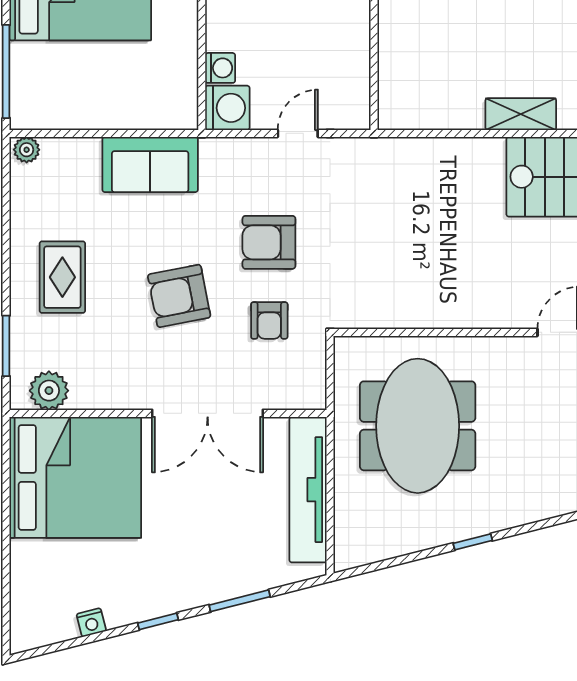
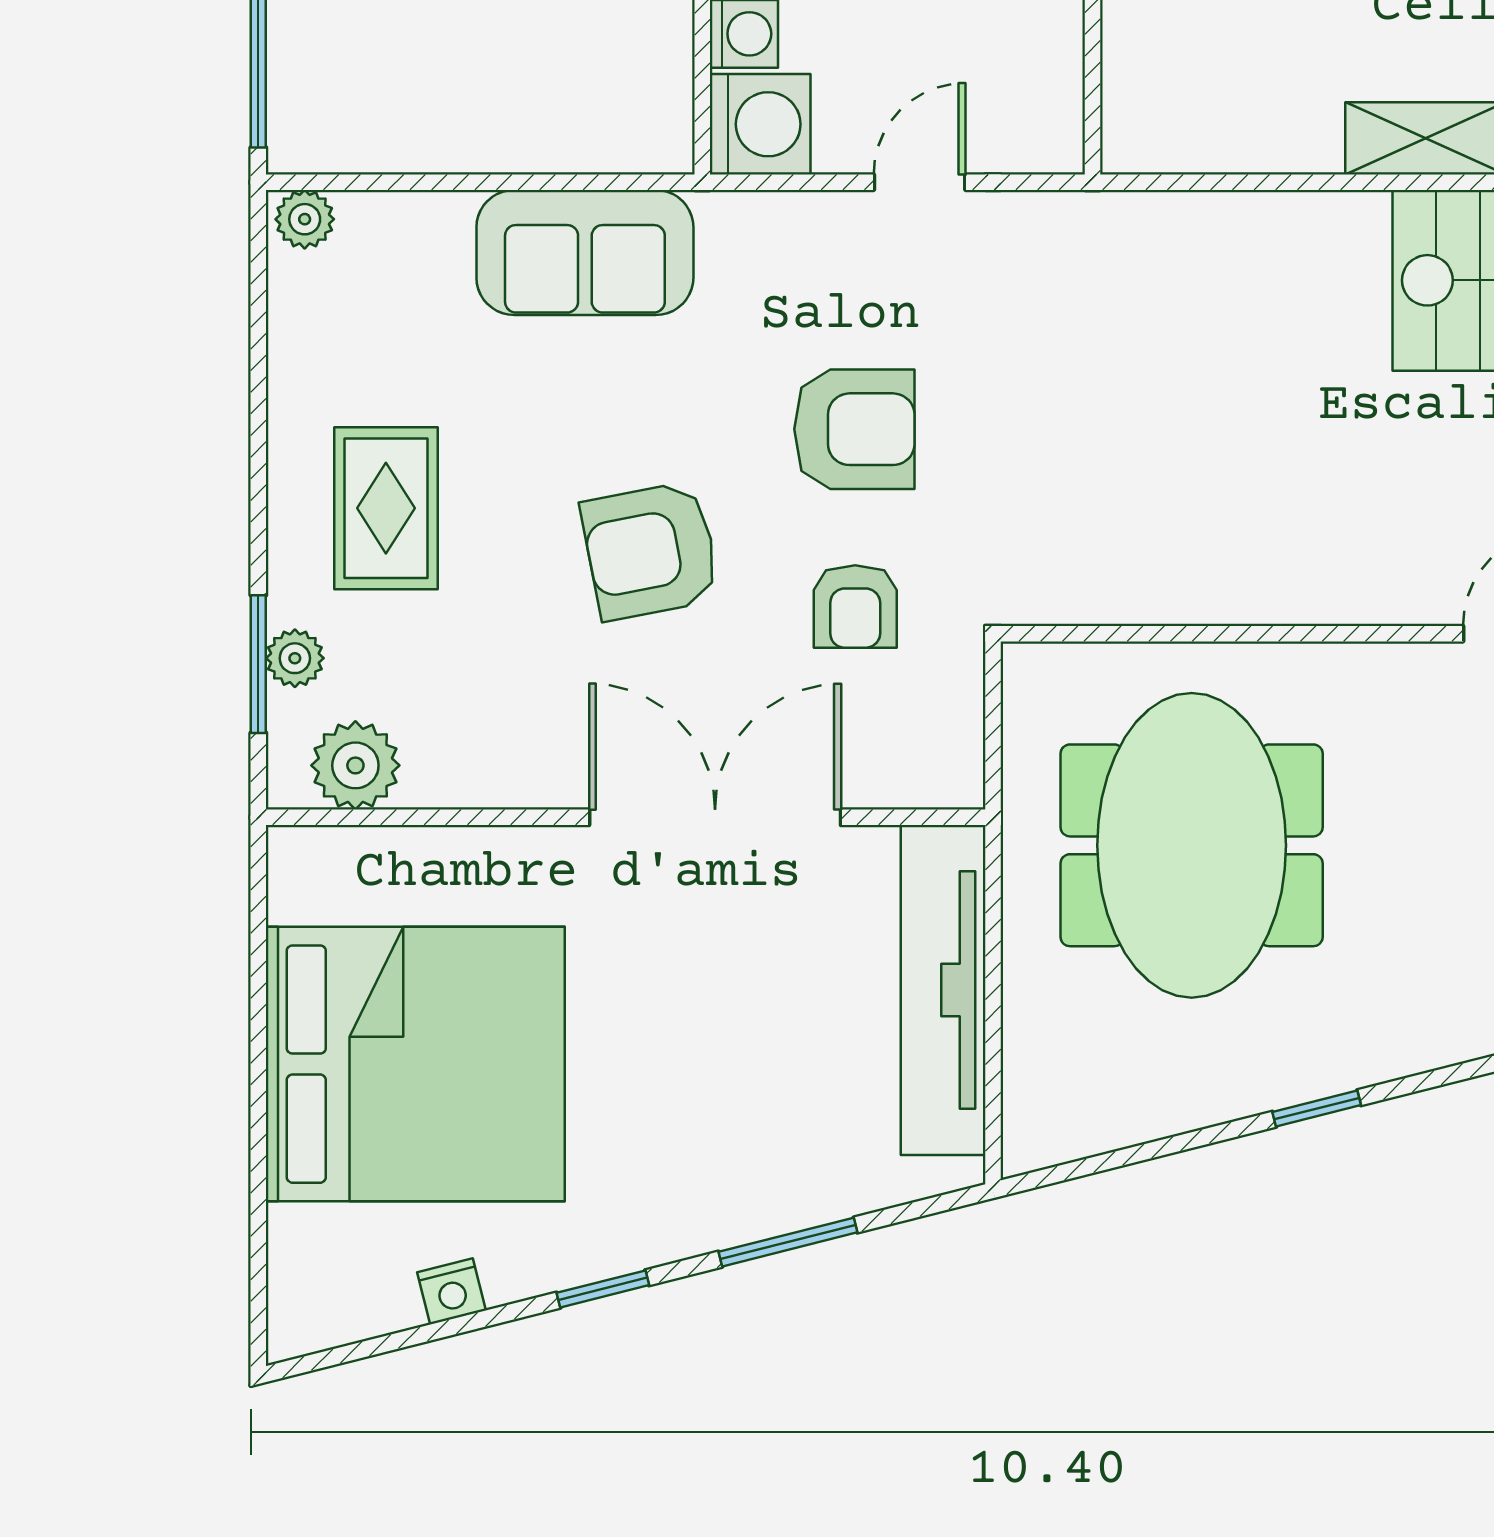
armchair: (269, 242) -> (854, 429), turned 180
plant: (22, 343) -> (295, 658), added
double door: (208, 413) -> (715, 817), swing flipped
bed: (75, 477) -> (415, 1064), moved

